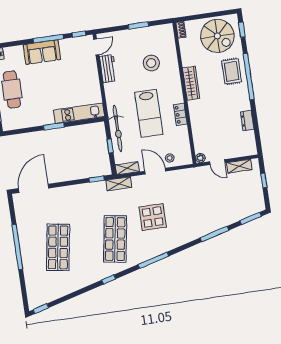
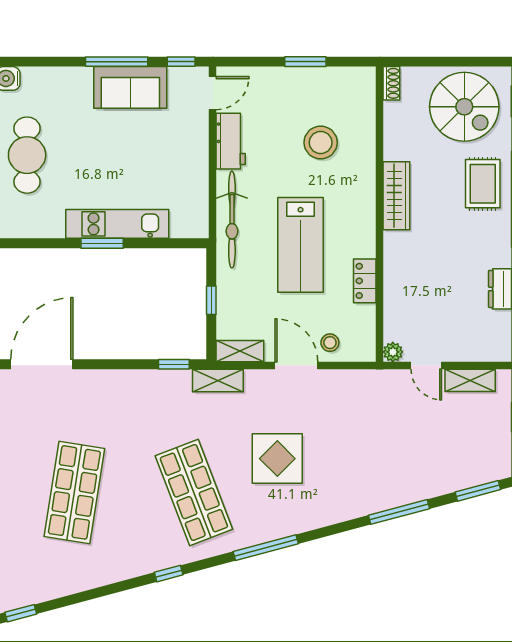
sofa: (42, 52) -> (130, 87), moved
kitchen unit: (79, 113) -> (117, 224), moved
locker: (180, 114) -> (365, 281), moved
bicycle: (118, 128) -> (232, 220), moved
shop shelf: (115, 239) -> (194, 492), turned -30

